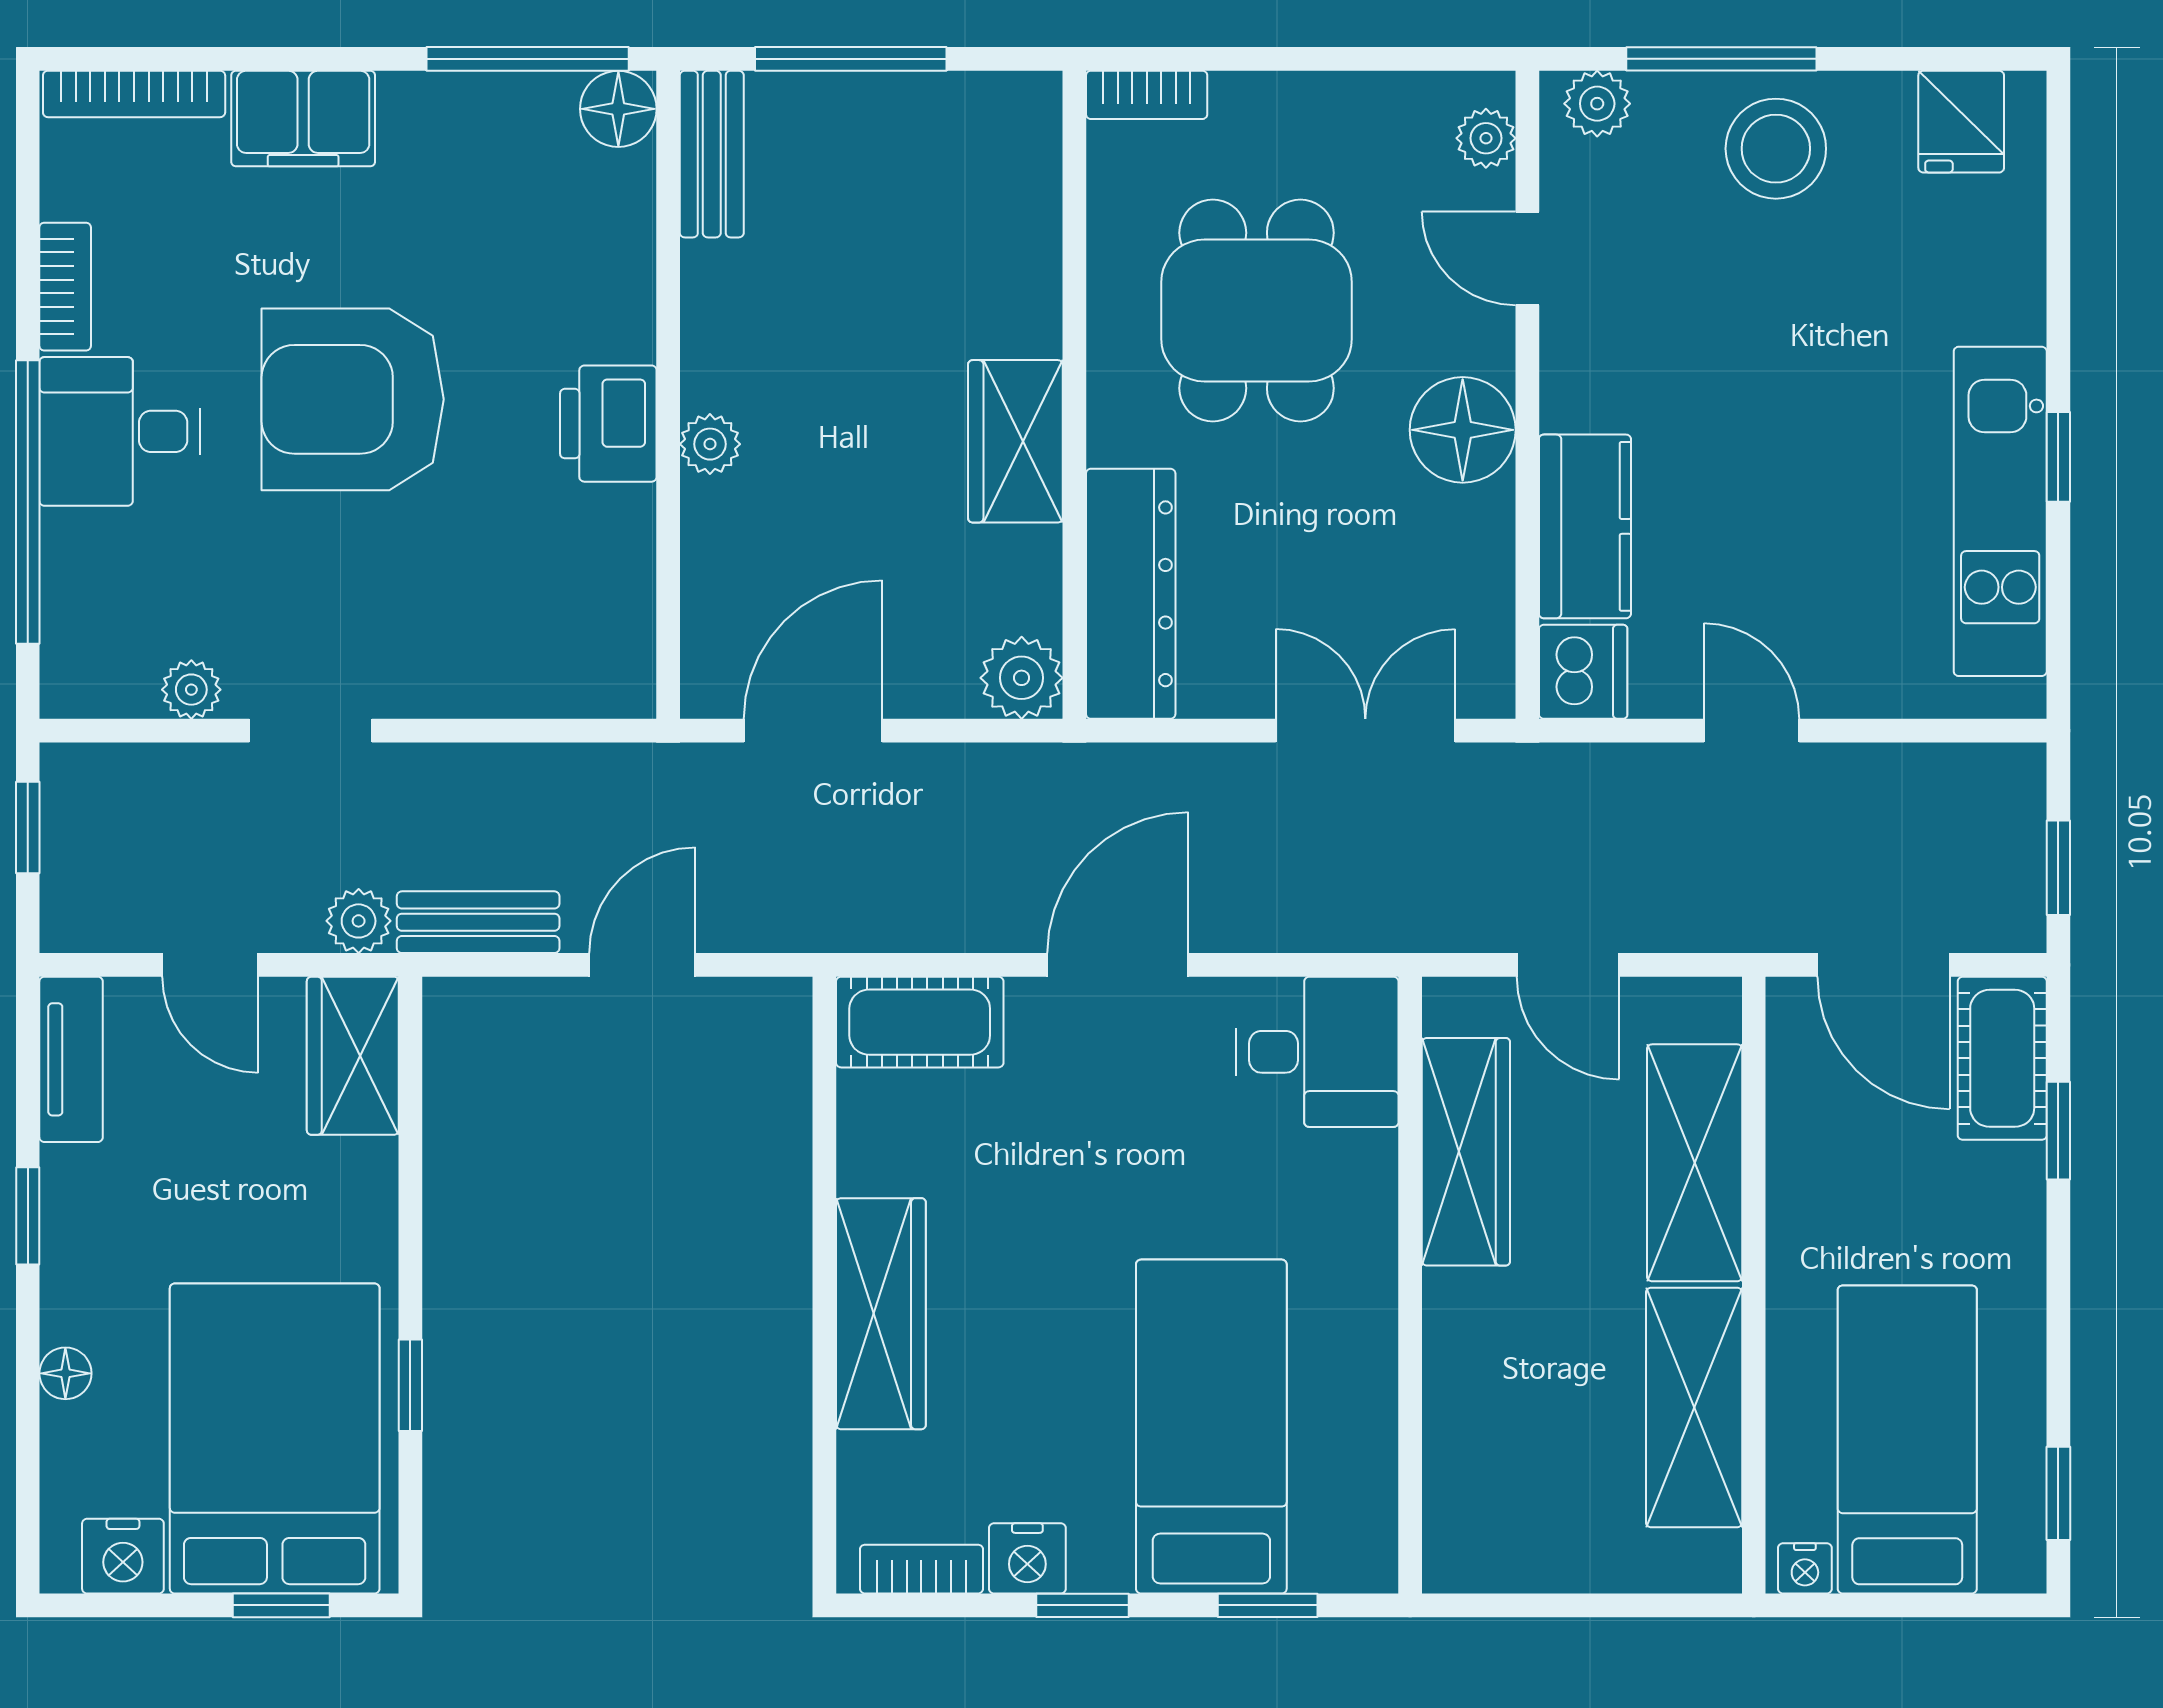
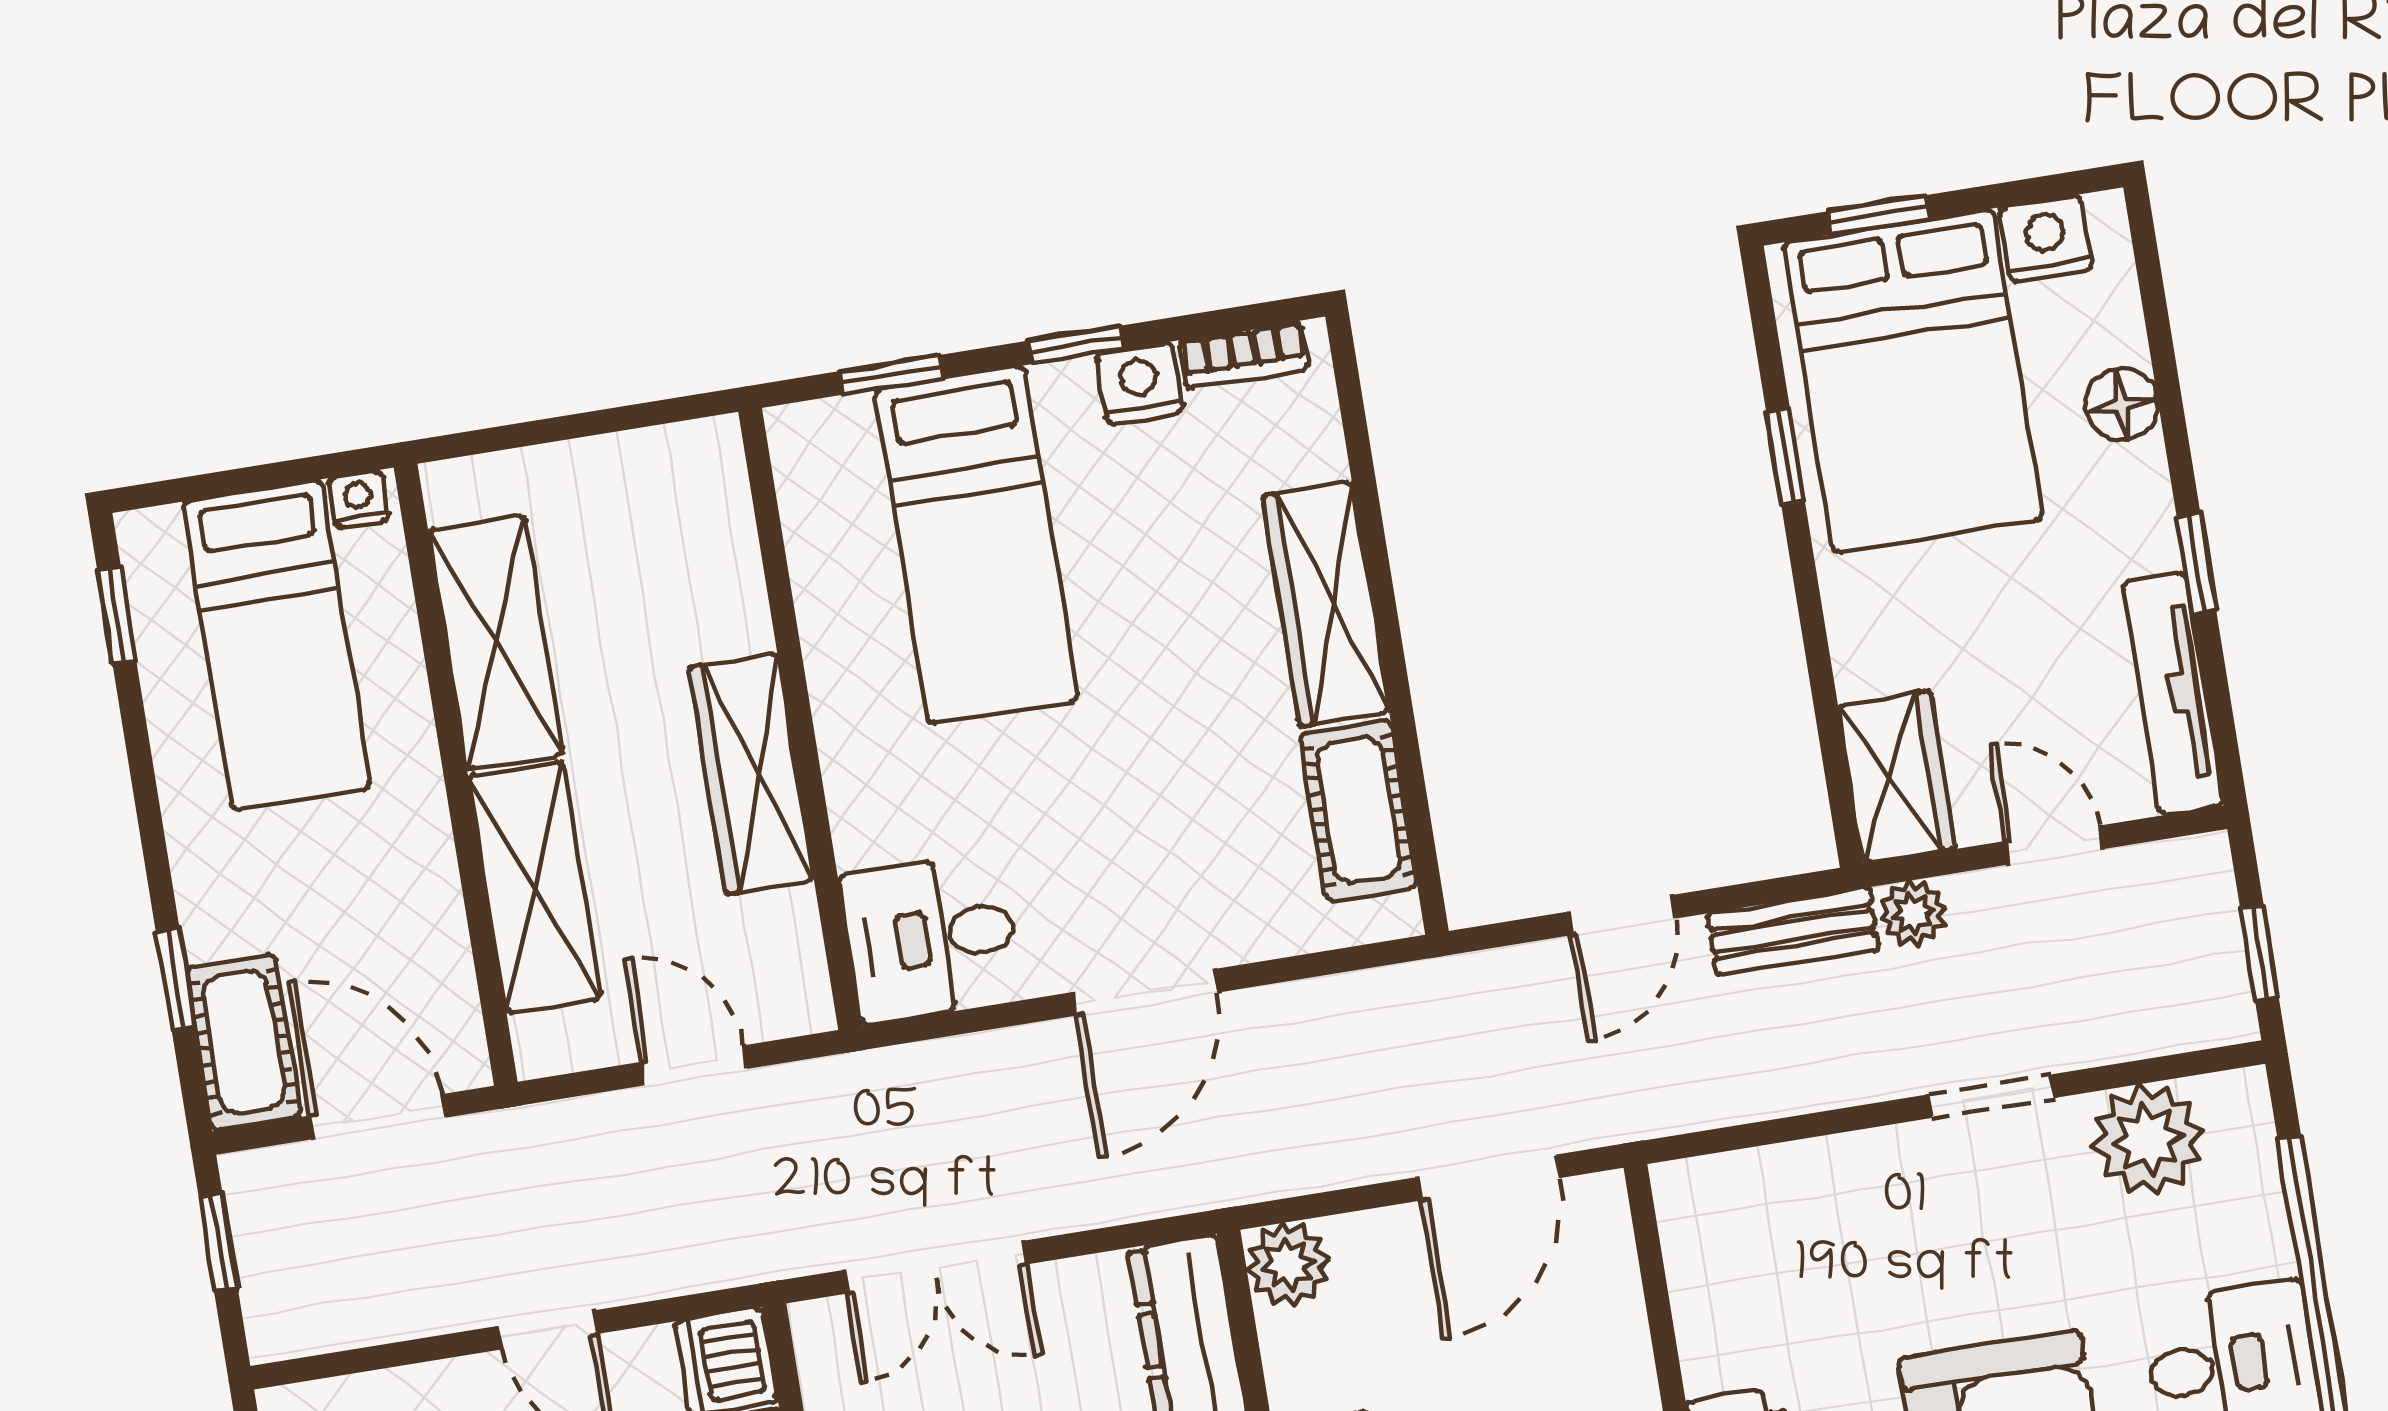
plant: (191, 690) -> (2148, 1139), width x1.88, depth x1.88
cot: (920, 1022) -> (1358, 810), moved, turned 90
tv unit: (71, 1059) -> (2173, 694), width x1.41
wardrobe: (1466, 1152) -> (752, 774), moved
floor lamp: (65, 1373) -> (2122, 404), width x1.37, depth x1.37

